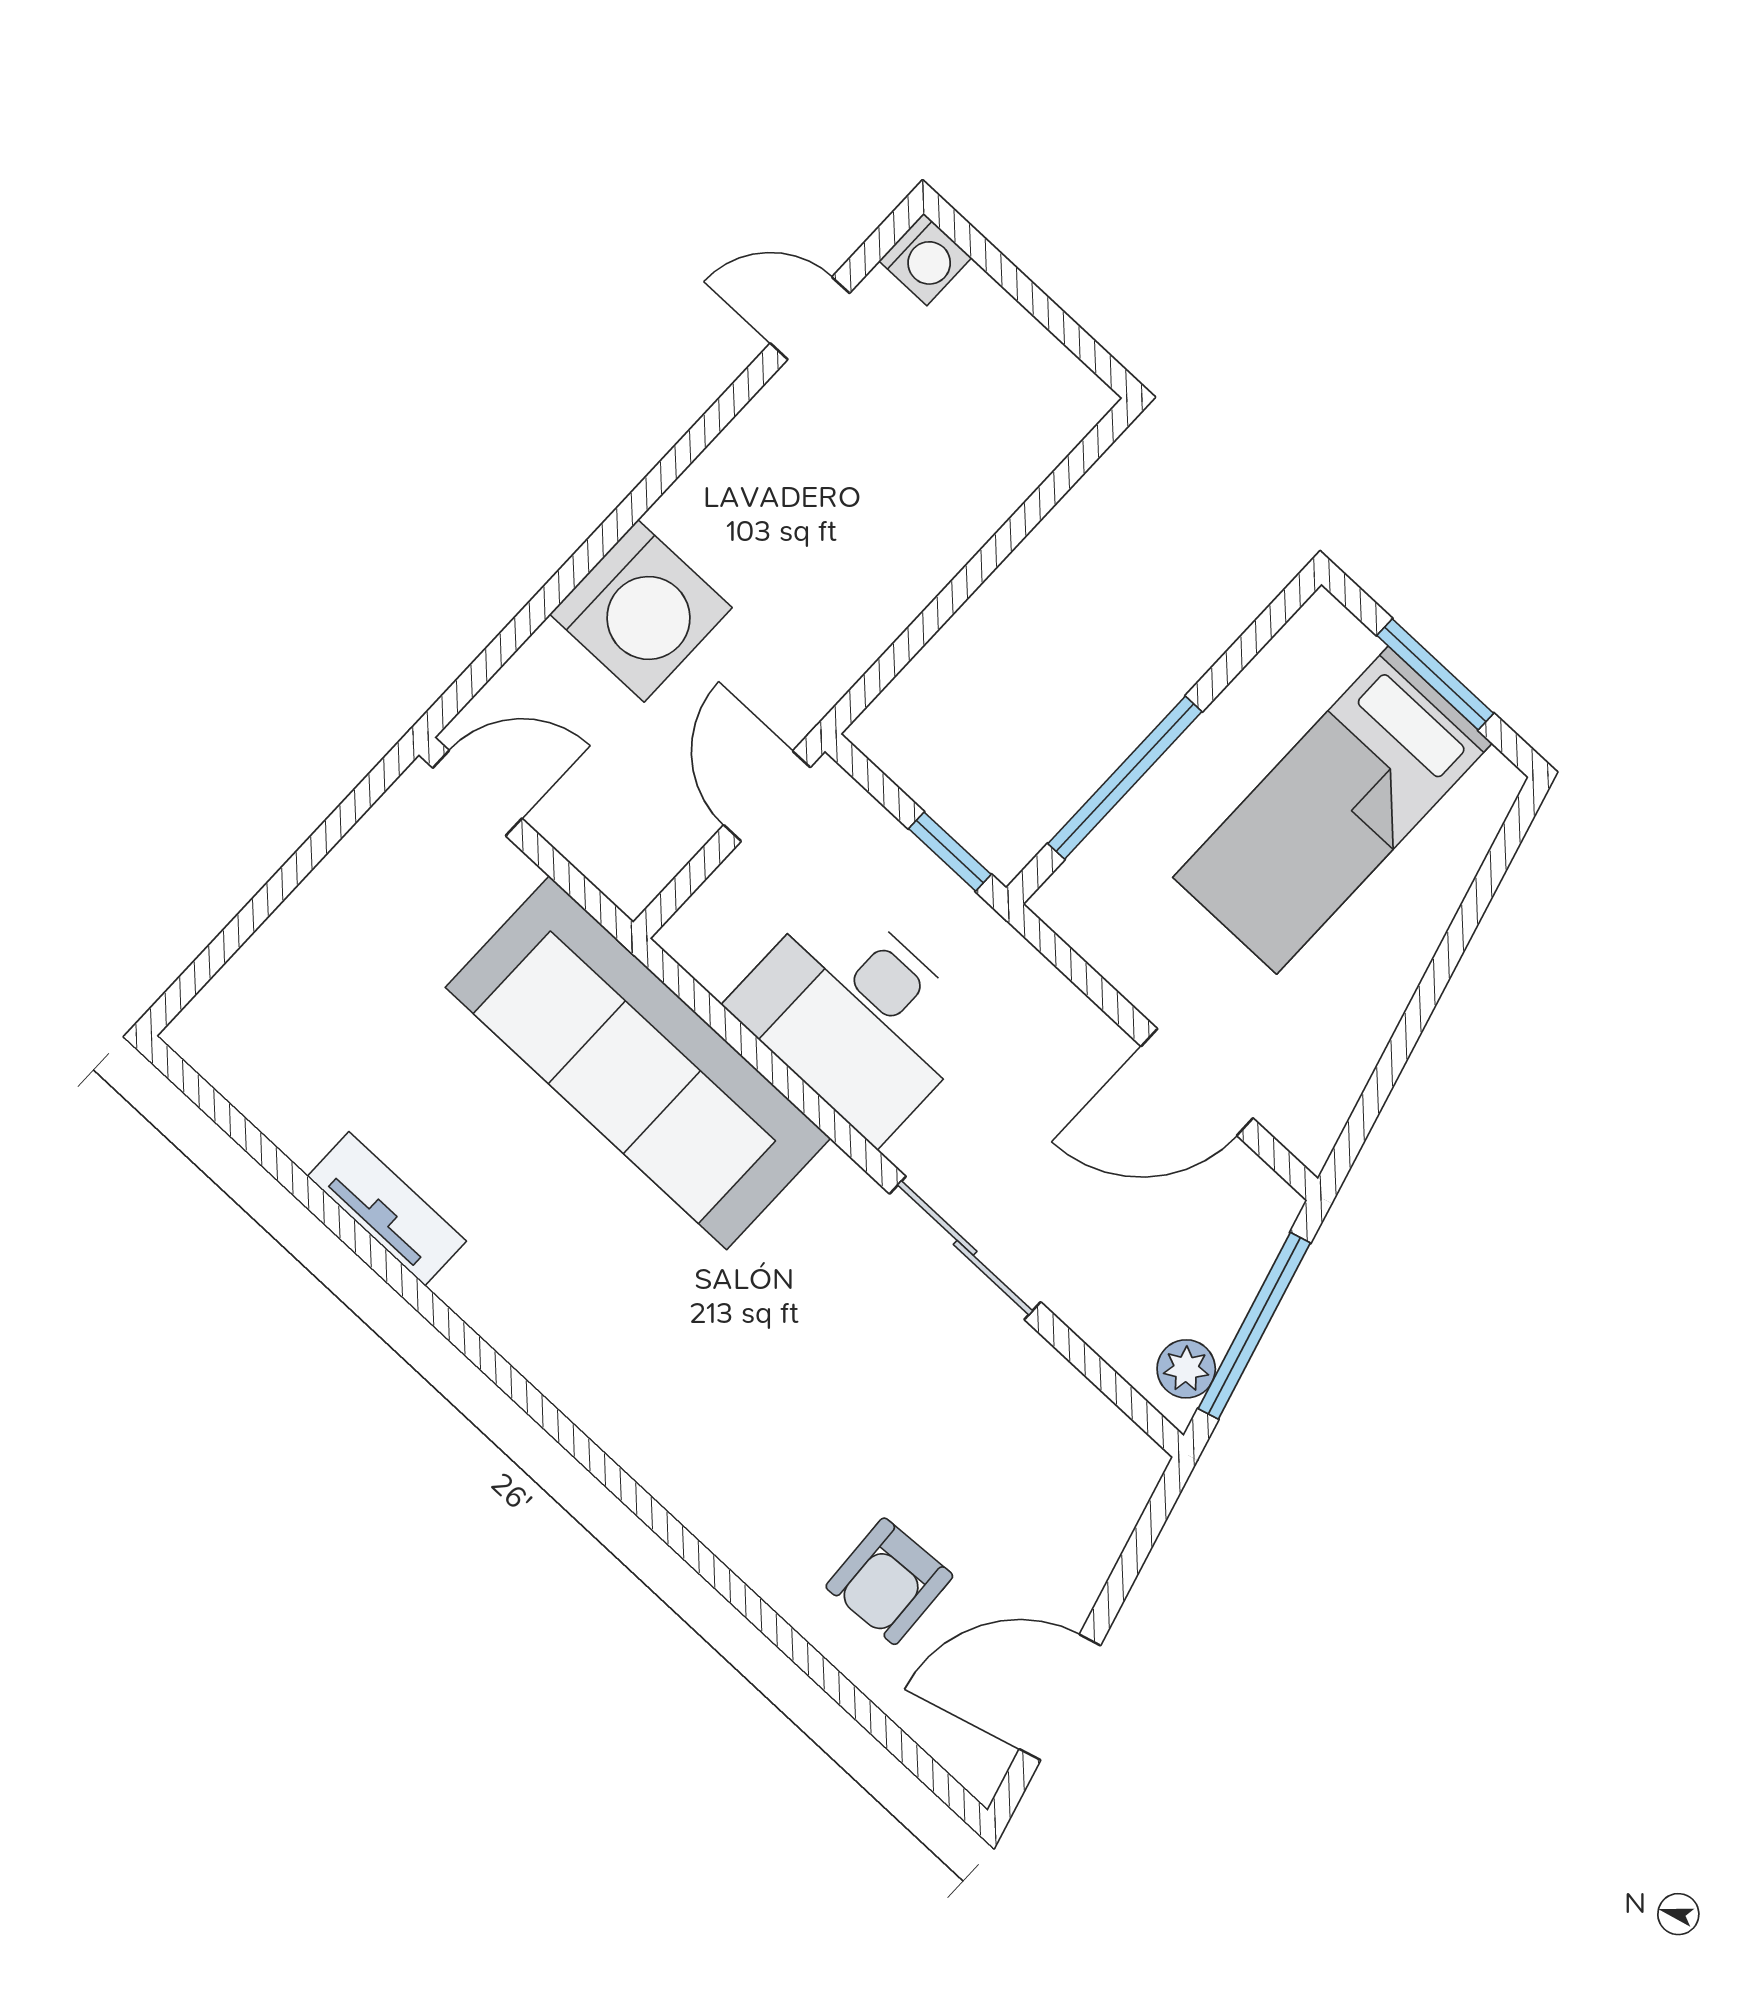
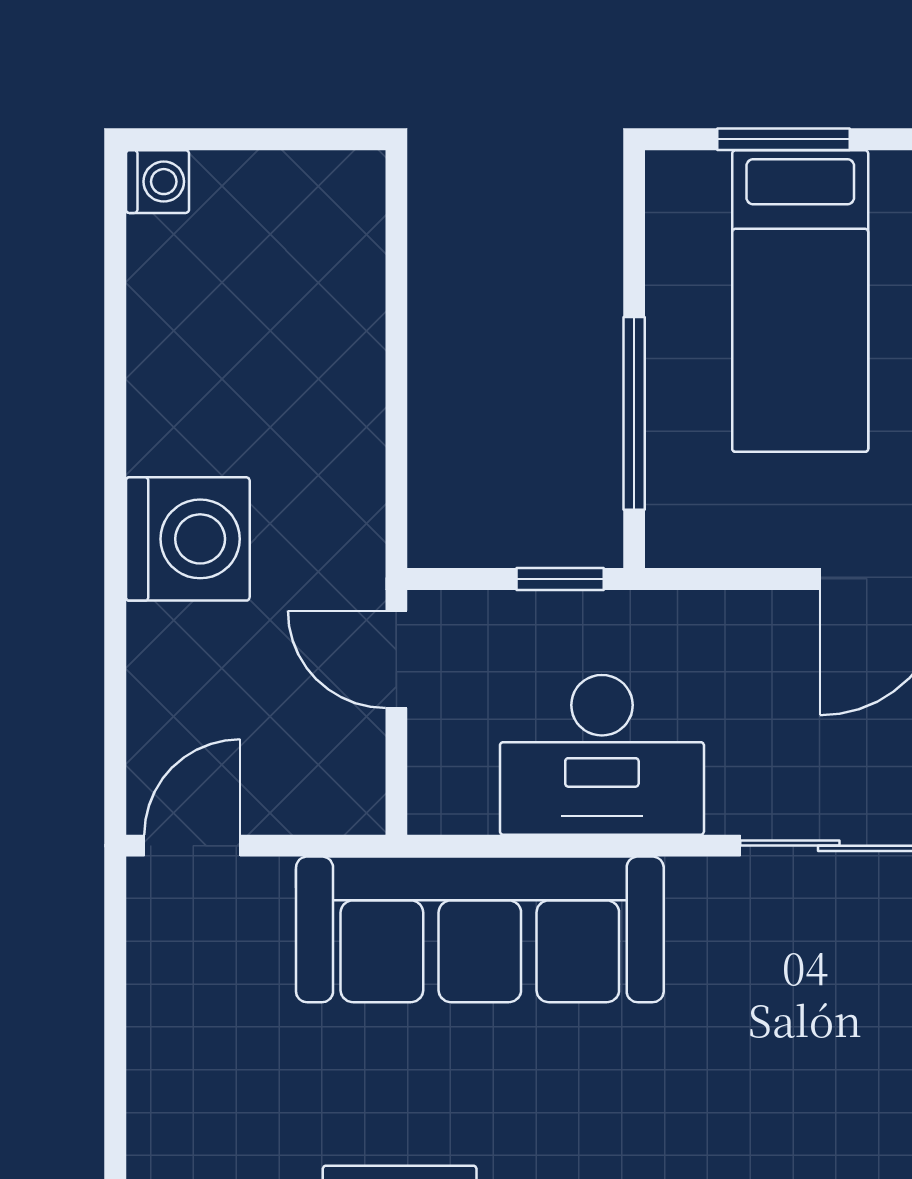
door: (810, 318) -> (115, 298), removed
washing machine: (641, 611) -> (188, 539), moved

